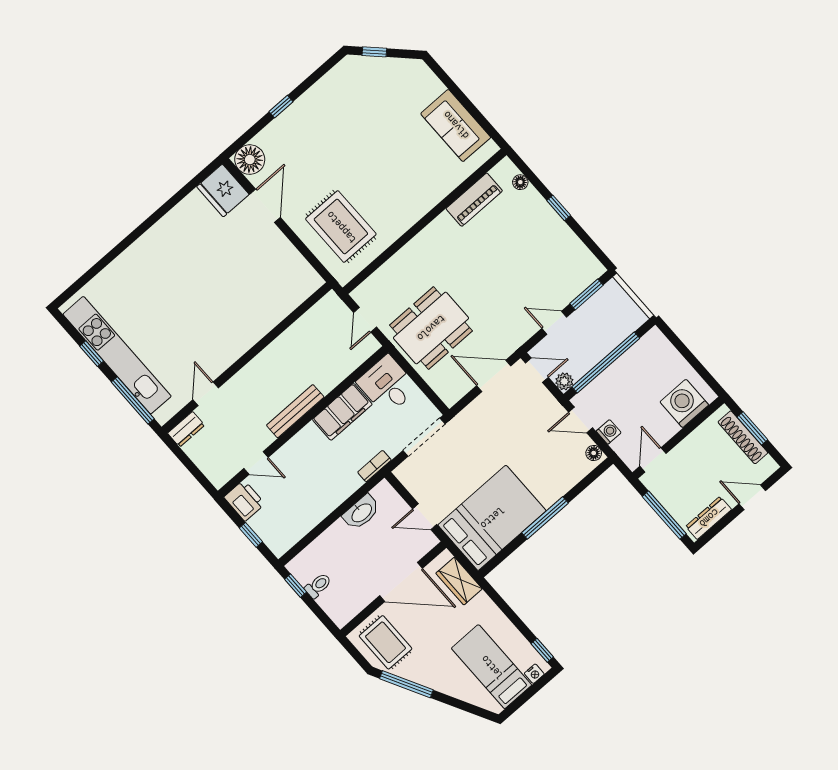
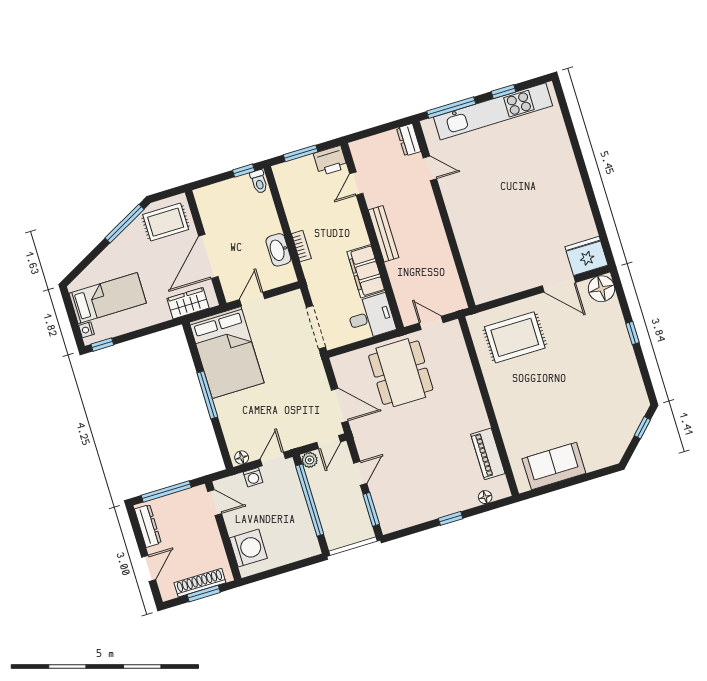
door: (494, 376) -> (340, 406), hinge flipped
bookcase: (374, 466) -> (301, 246), moved
window: (251, 535) -> (301, 153), width x1.50
toilet: (318, 586) -> (259, 182), moved

